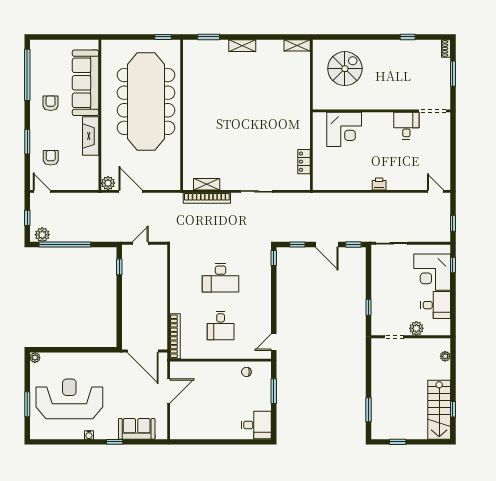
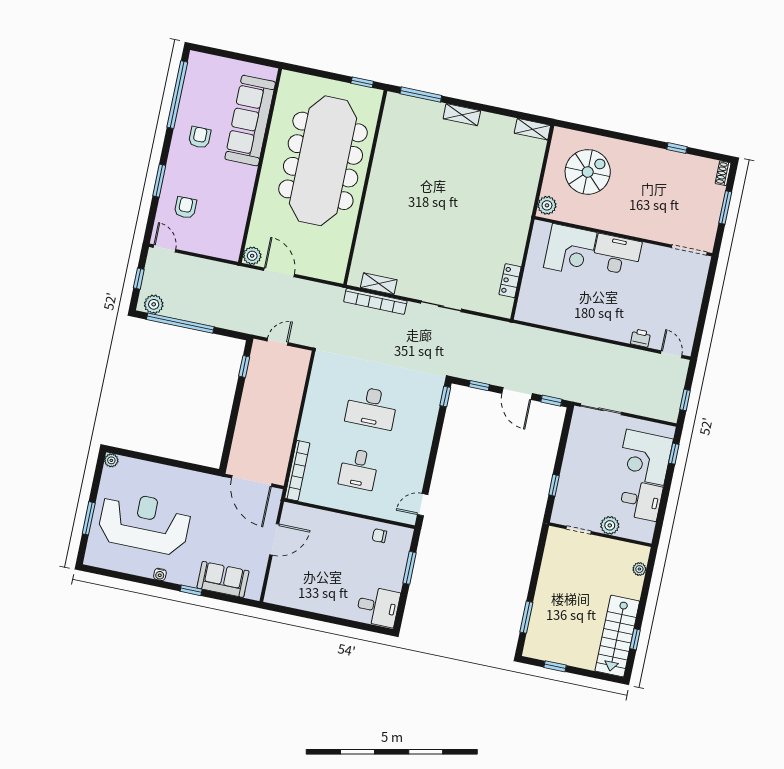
window: (209, 37) -> (421, 95), width x1.44
plant: (320, 100) -> (547, 205), added
desk: (406, 126) -> (617, 255), moved, width x1.37
fireplace: (91, 136) -> (242, 190), removed
printer: (379, 184) -> (641, 338), moved

